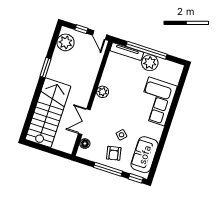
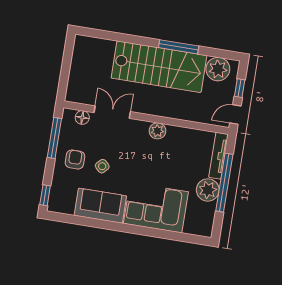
window: (45, 68) -> (179, 47), width x1.44
stairs: (48, 113) -> (159, 67), moved
armchair: (114, 153) -> (75, 160), turned 102
sofa: (145, 155) -> (100, 206), moved
window: (108, 169) -> (54, 138), moved

